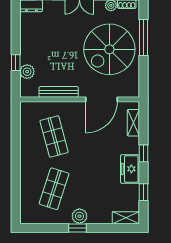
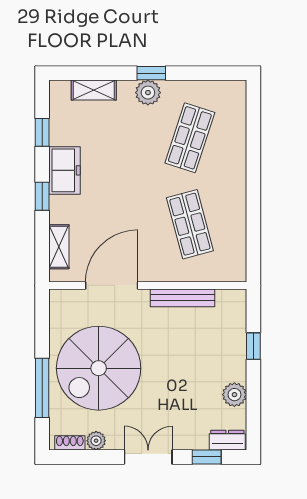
spiral stairs: (109, 49) -> (99, 368), turned 180
plant: (27, 72) -> (234, 395), moved
shelving: (126, 218) -> (94, 90), moved

